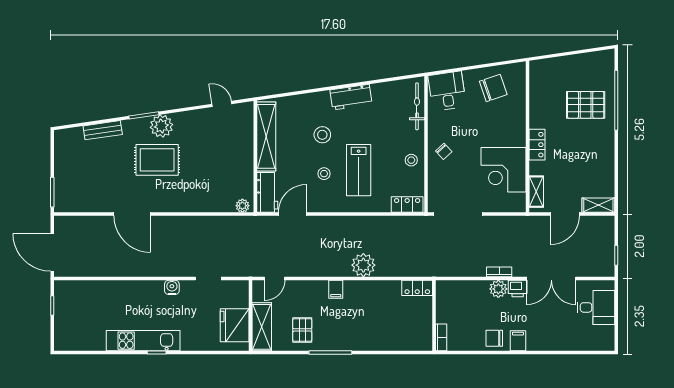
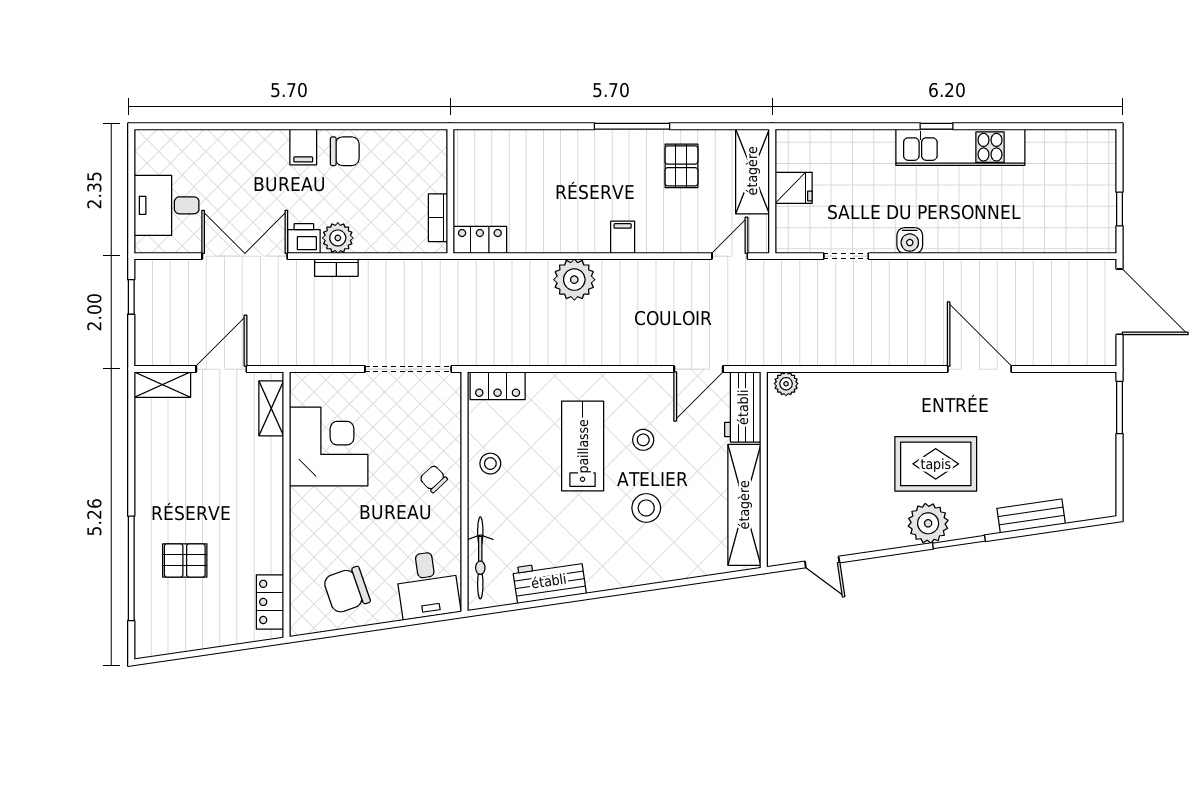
workbench: (351, 97) -> (549, 581), moved
pallet: (586, 105) -> (185, 560), width x0.67, depth x0.71
locker: (537, 145) -> (270, 602), moved
fridge: (235, 325) -> (794, 188), width x0.53, depth x0.75
bookcase: (441, 337) -> (438, 218), moved

